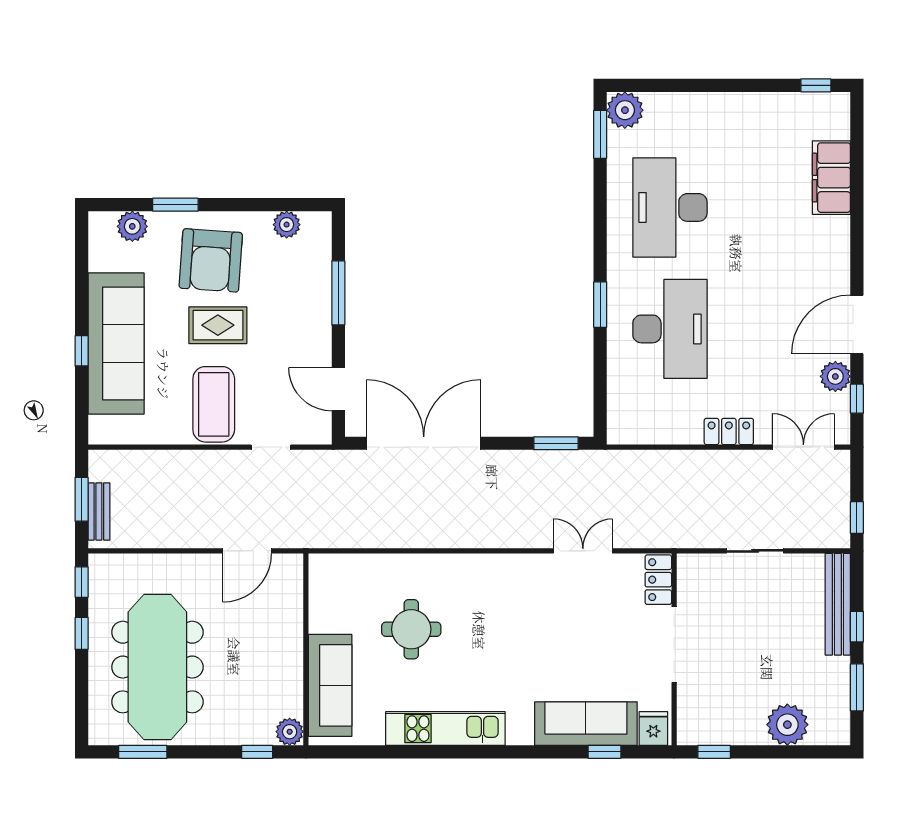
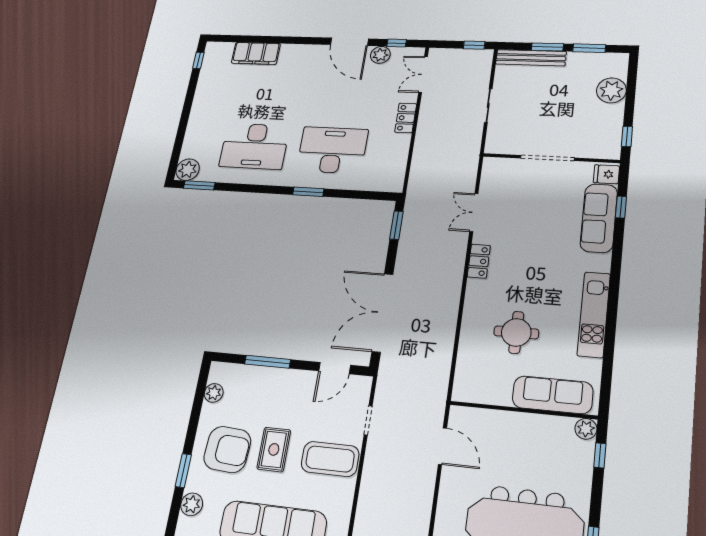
locker: (658, 580) -> (479, 261), moved, turned -90
window: (857, 627) -> (547, 47), width x1.50

